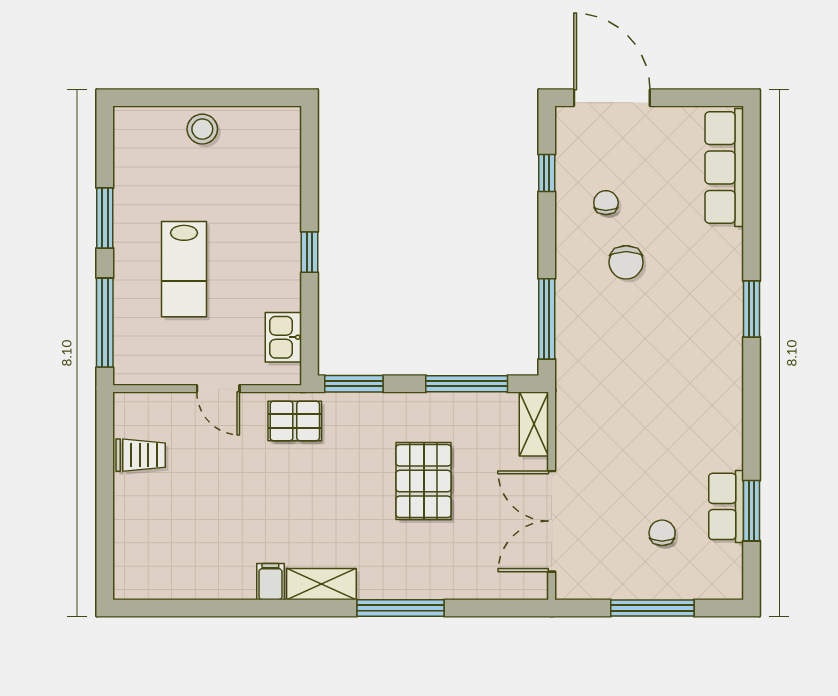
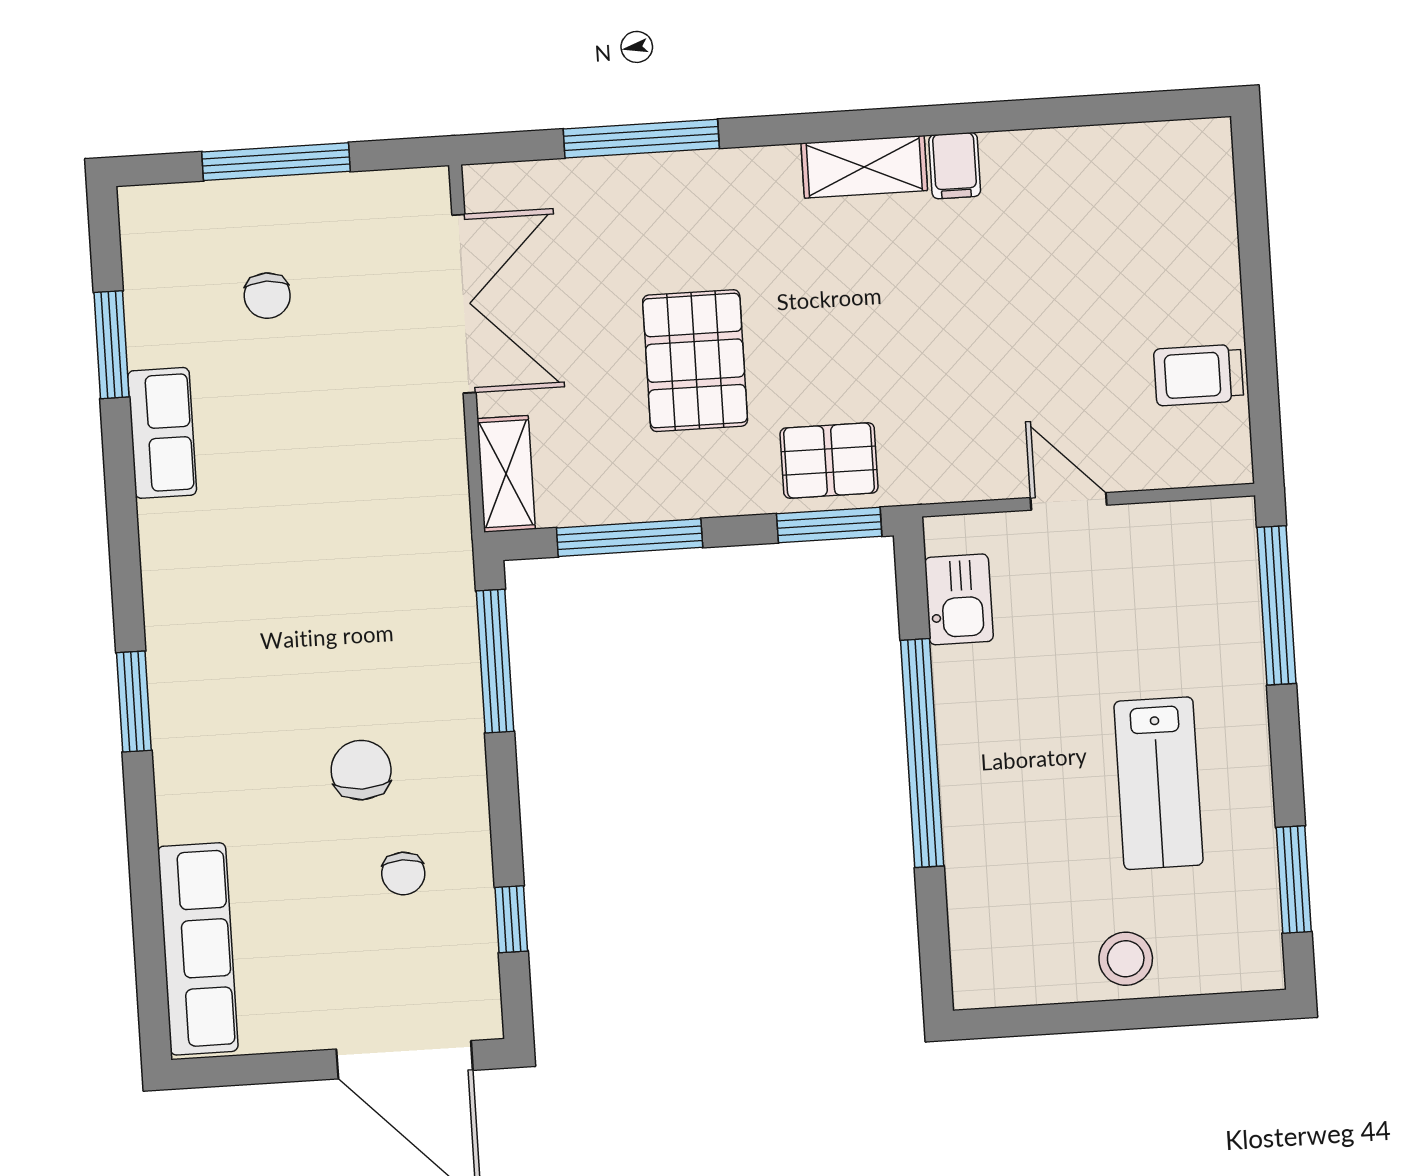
window: (105, 218) -> (1294, 879), moved
window: (310, 252) -> (922, 753), width x3.17
lab bench: (184, 269) -> (1158, 783), moved, turned 180
pallet: (295, 421) -> (829, 460), moved
row of seats: (726, 506) -> (162, 433), moved
window: (400, 608) -> (641, 139), moved

